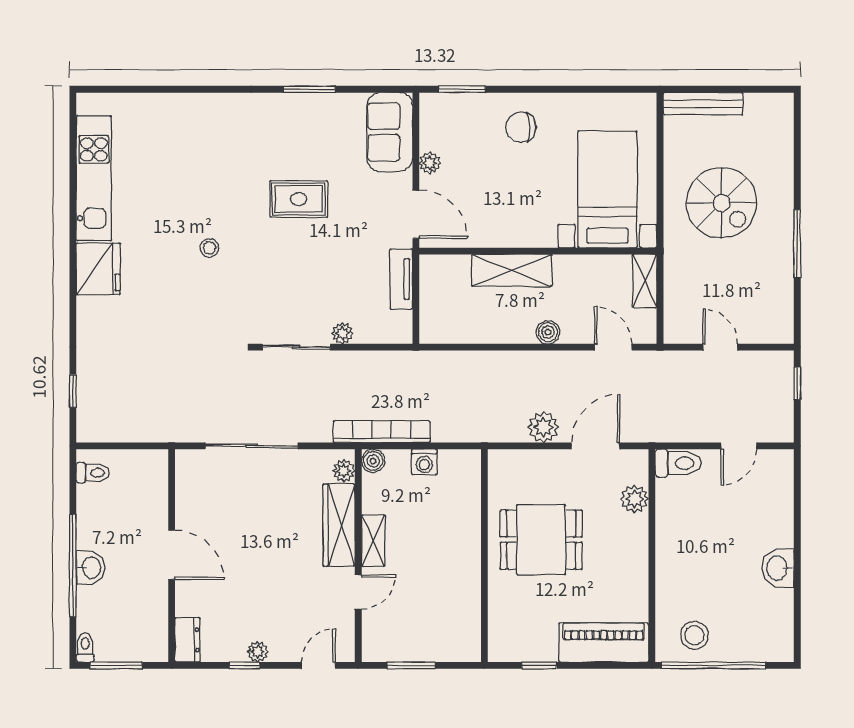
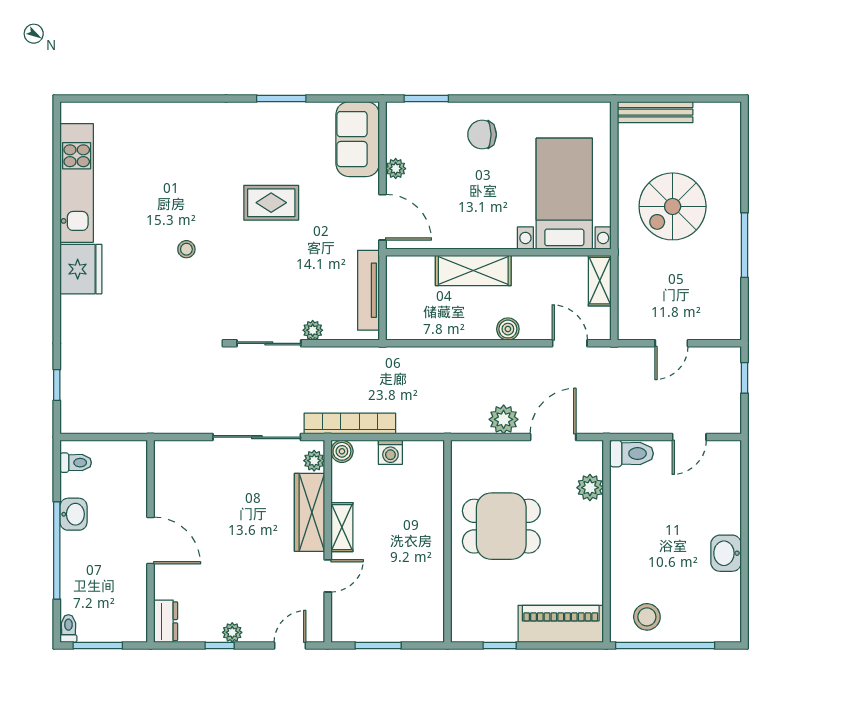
spiral stairs: (721, 203) -> (673, 206), turned 90
tv unit: (401, 279) -> (368, 290), width x1.41
door: (720, 347) -> (671, 343), swing flipped
sliding door: (252, 446) -> (257, 437), moved
washbasin: (90, 568) -> (74, 514), moved

